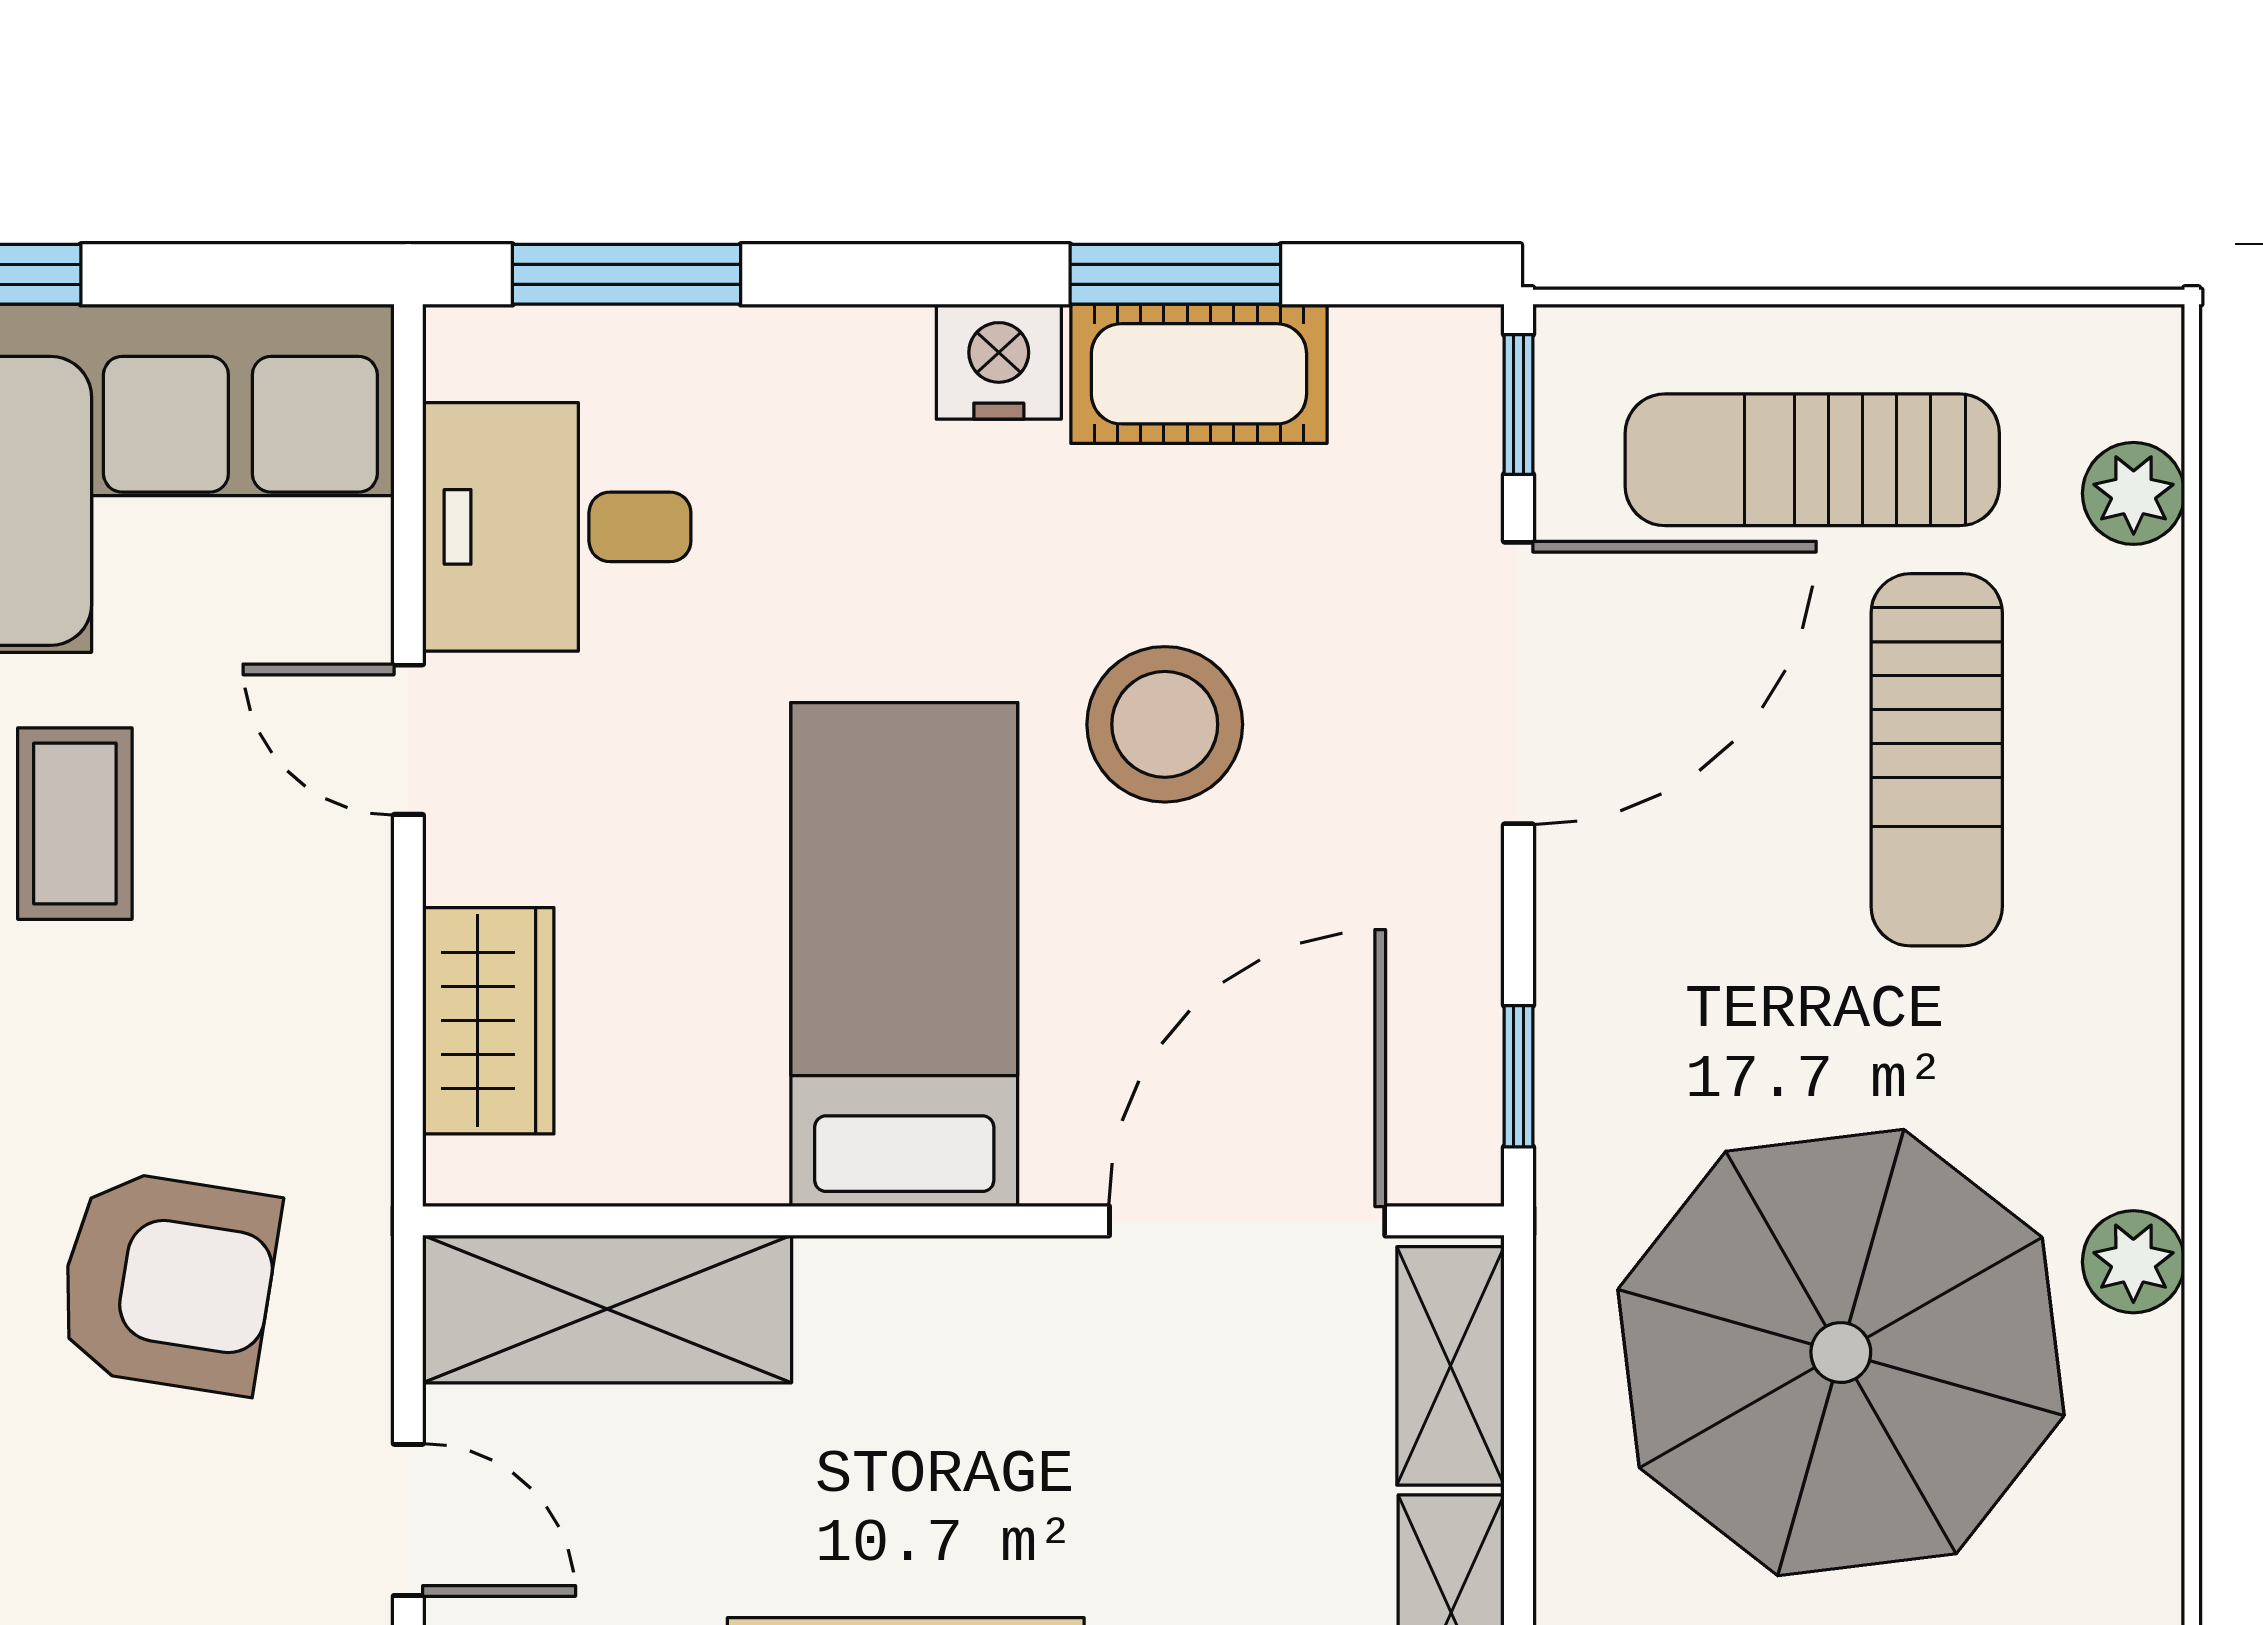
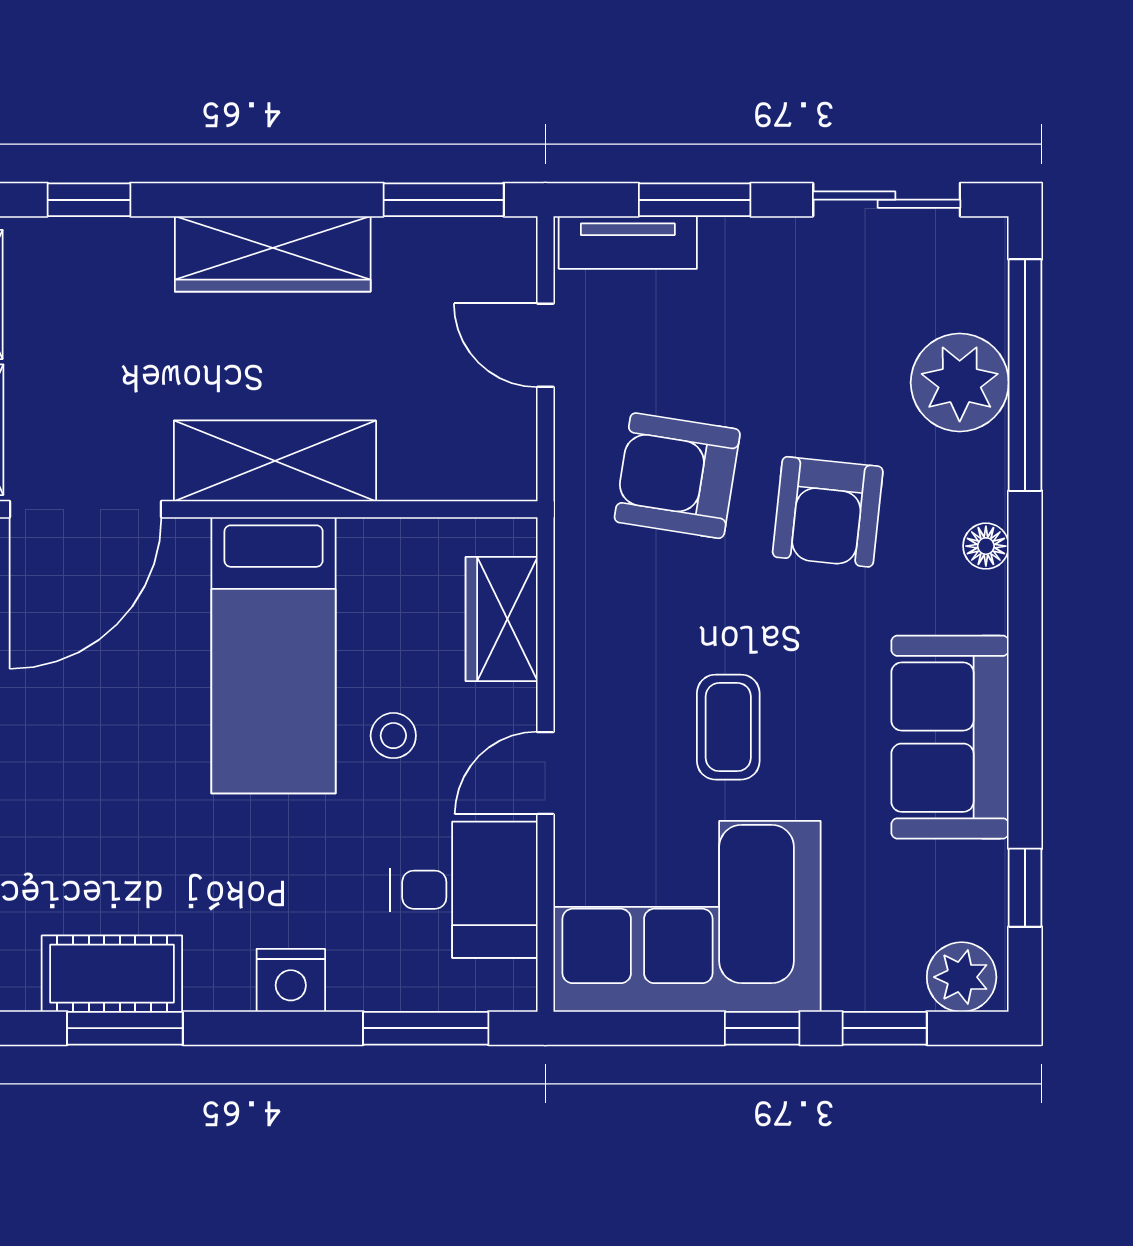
nightstand: (999, 362) -> (291, 980), moved
stool: (1165, 724) -> (393, 736), moved, width x0.53, depth x0.53
door: (408, 740) -> (545, 773), swing flipped
shelving: (607, 1309) -> (275, 461), moved

